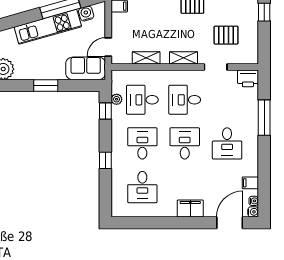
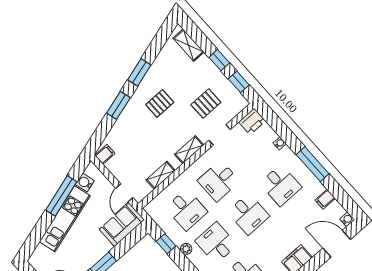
window: (264, 41) -> (239, 82), added
plant: (117, 99) -> (186, 249), moved
desk: (142, 100) -> (186, 210), turned -90
window: (264, 118) -> (313, 164), moved
desk: (185, 143) -> (248, 214), turned 180
water cooler: (254, 201) -> (280, 143), moved
door: (230, 223) -> (337, 244), hinge flipped

